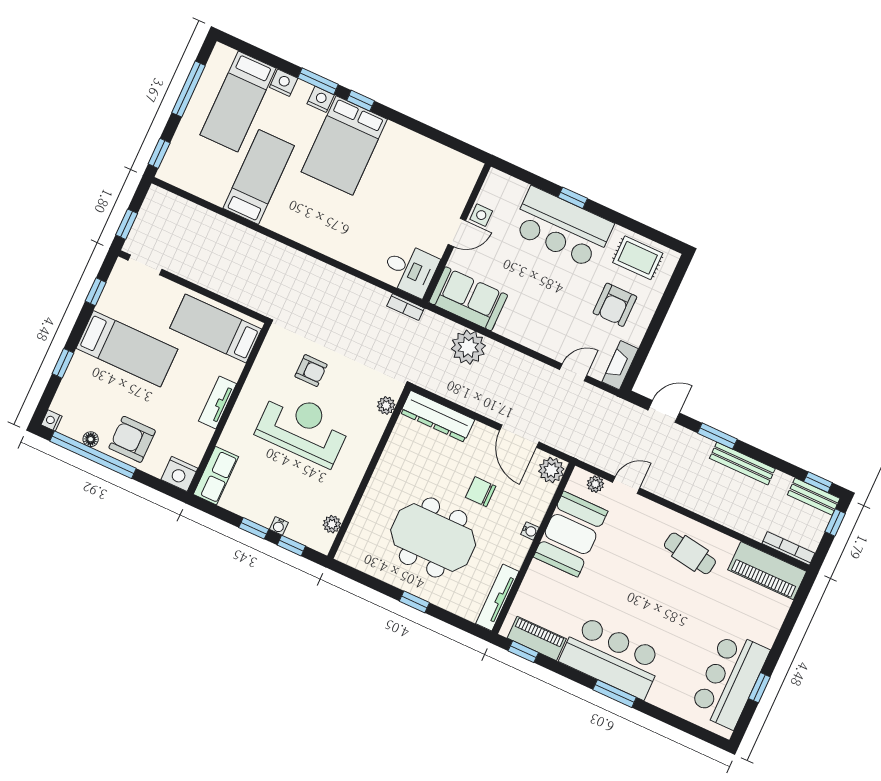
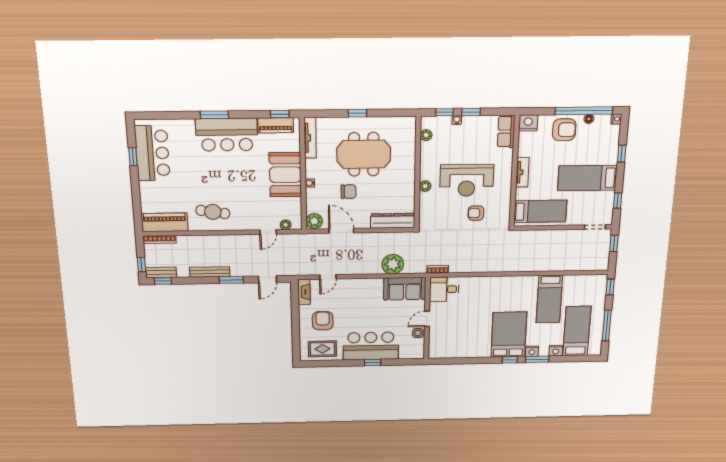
plant: (386, 405) -> (425, 186), moved
booth: (571, 534) -> (285, 175), moved

